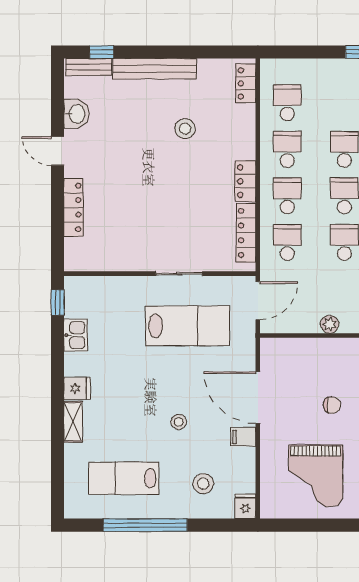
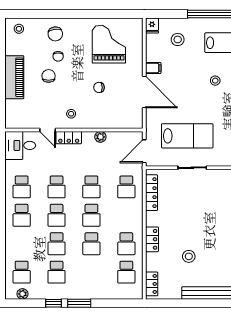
locker: (245, 181) -> (152, 239), moved
school desk: (287, 196) -> (126, 215), removed
lab bench: (188, 326) -> (187, 136), turned 180
stool: (179, 422) -> (215, 81), moved

